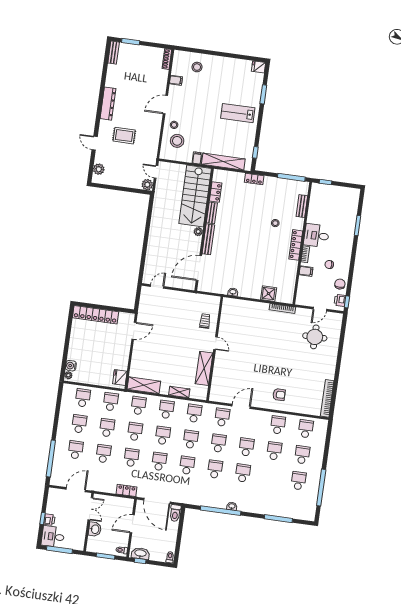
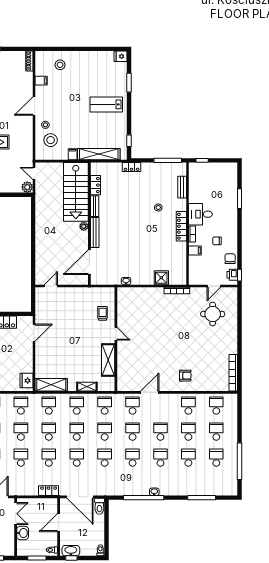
school desk: (271, 477) -> (188, 458), added

